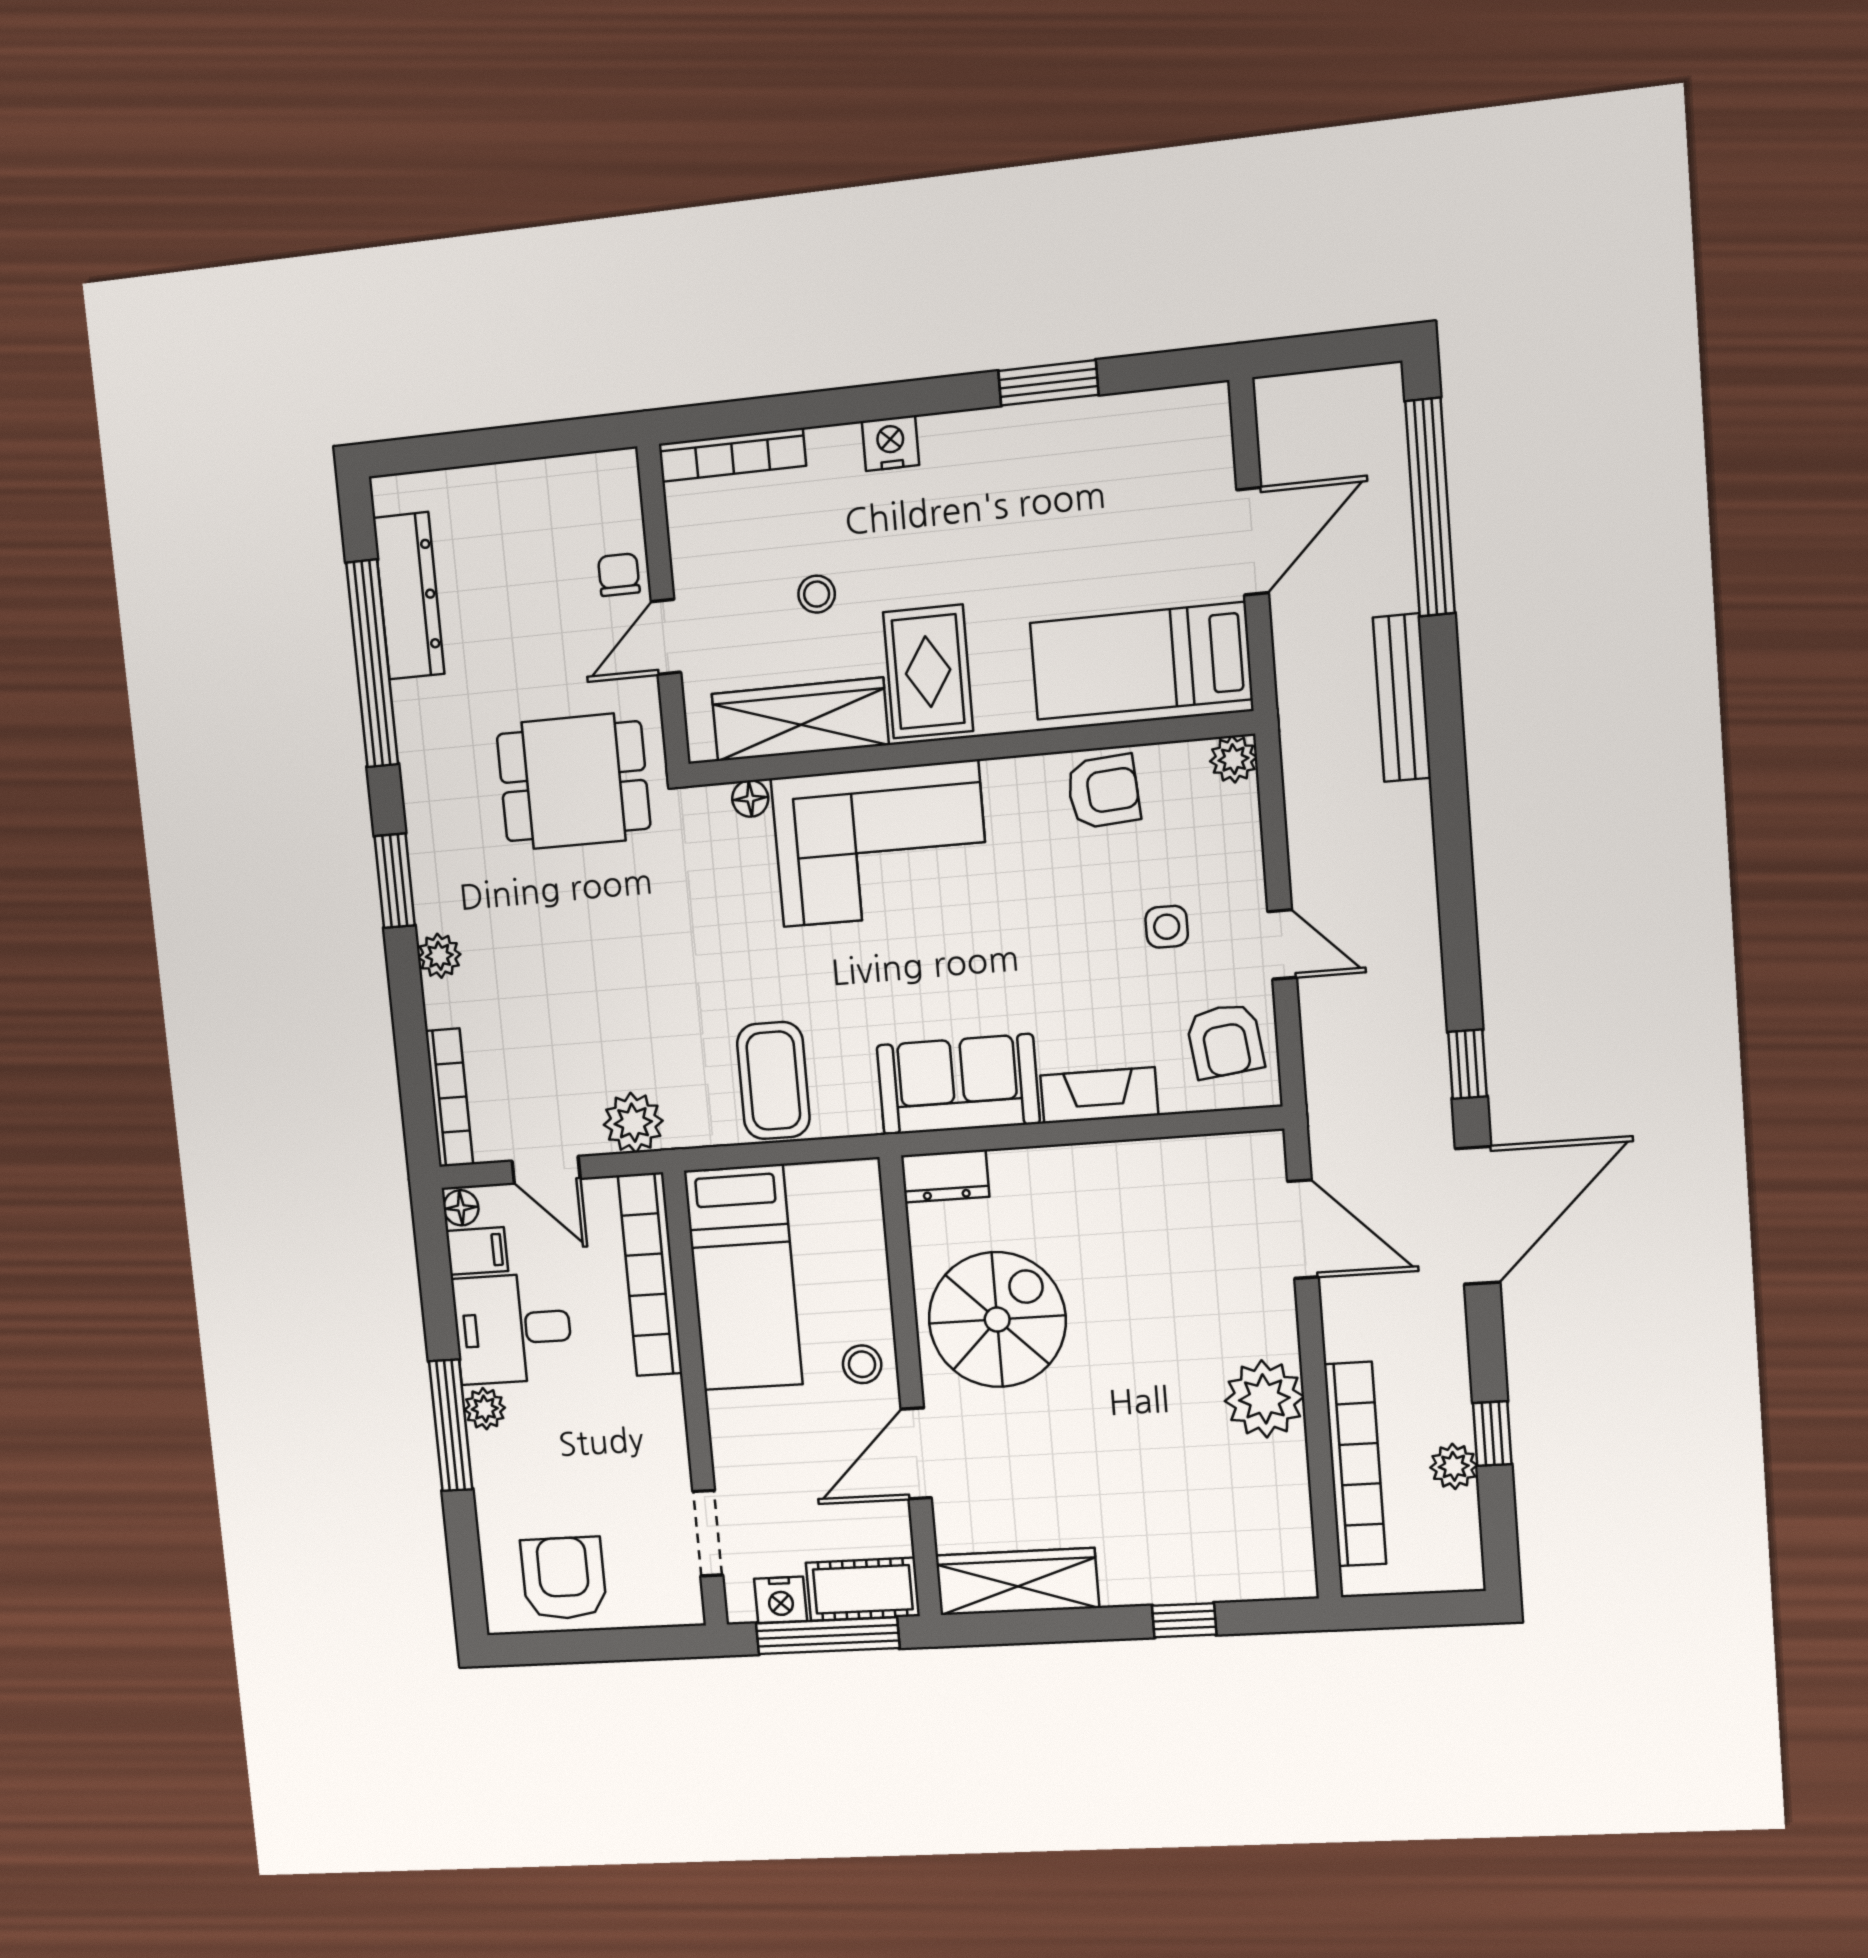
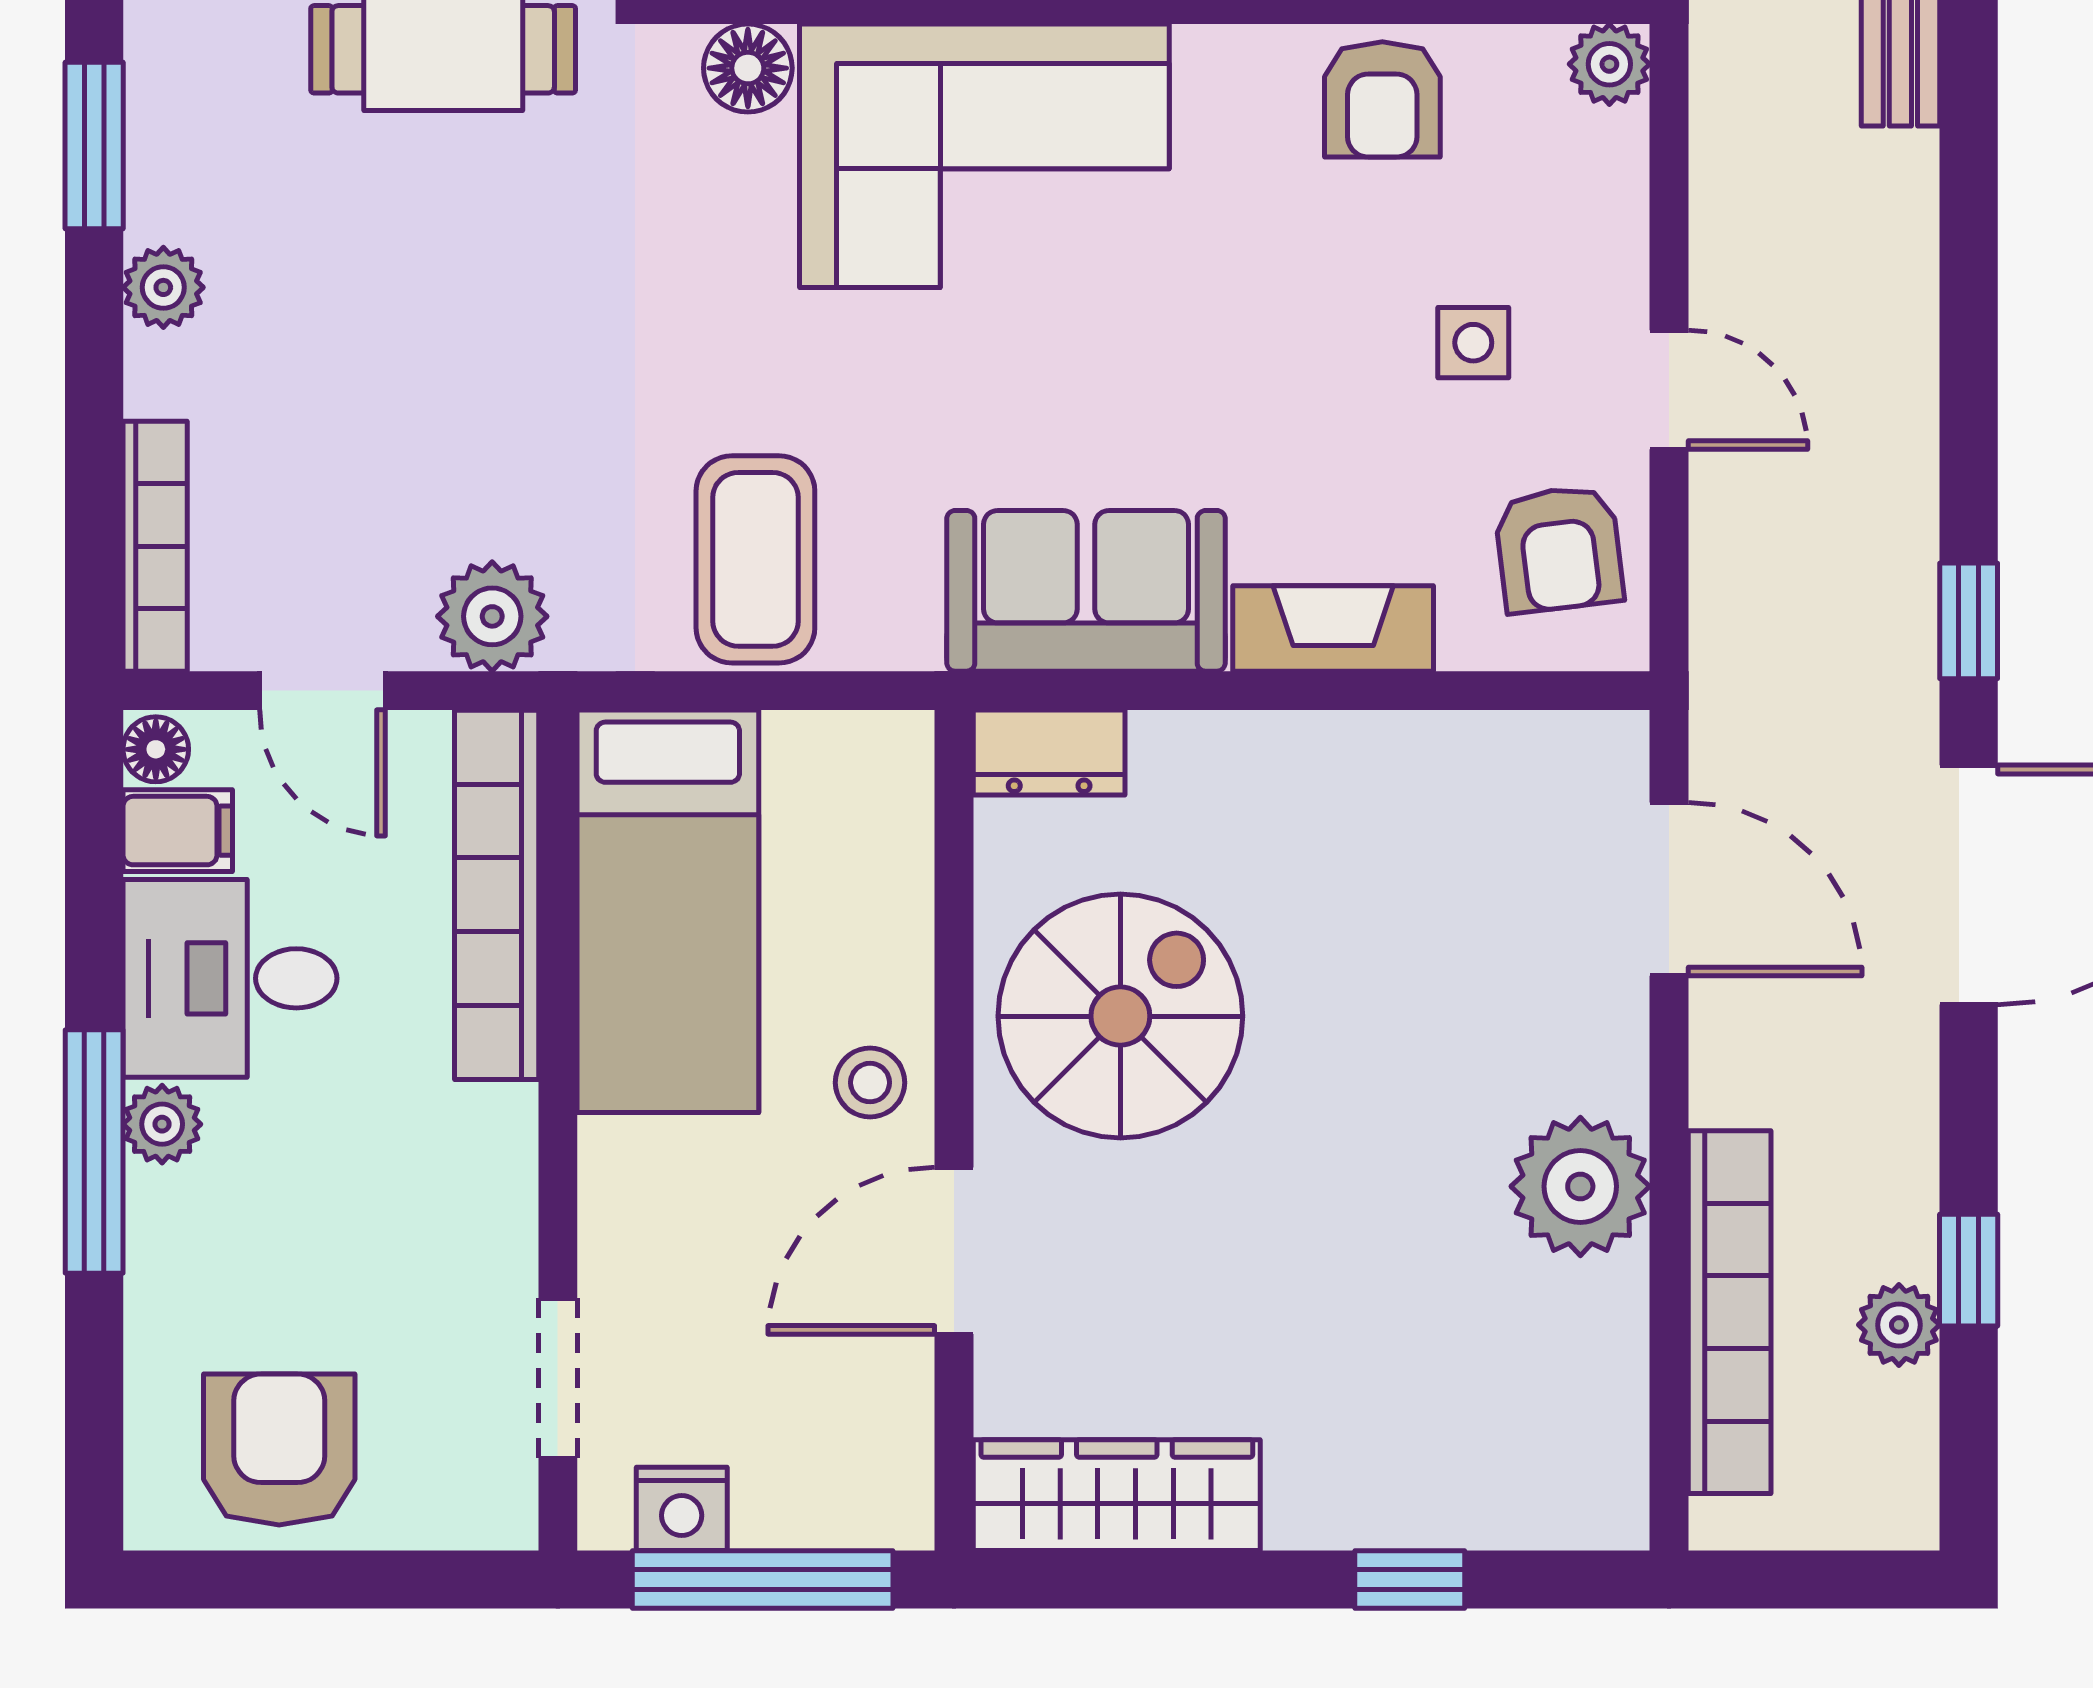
armchair: (1103, 791) -> (1382, 99), turned 94
floor lamp: (750, 799) -> (748, 68), width x1.37, depth x1.37
cot: (863, 1589) -> (835, 1496), removed

